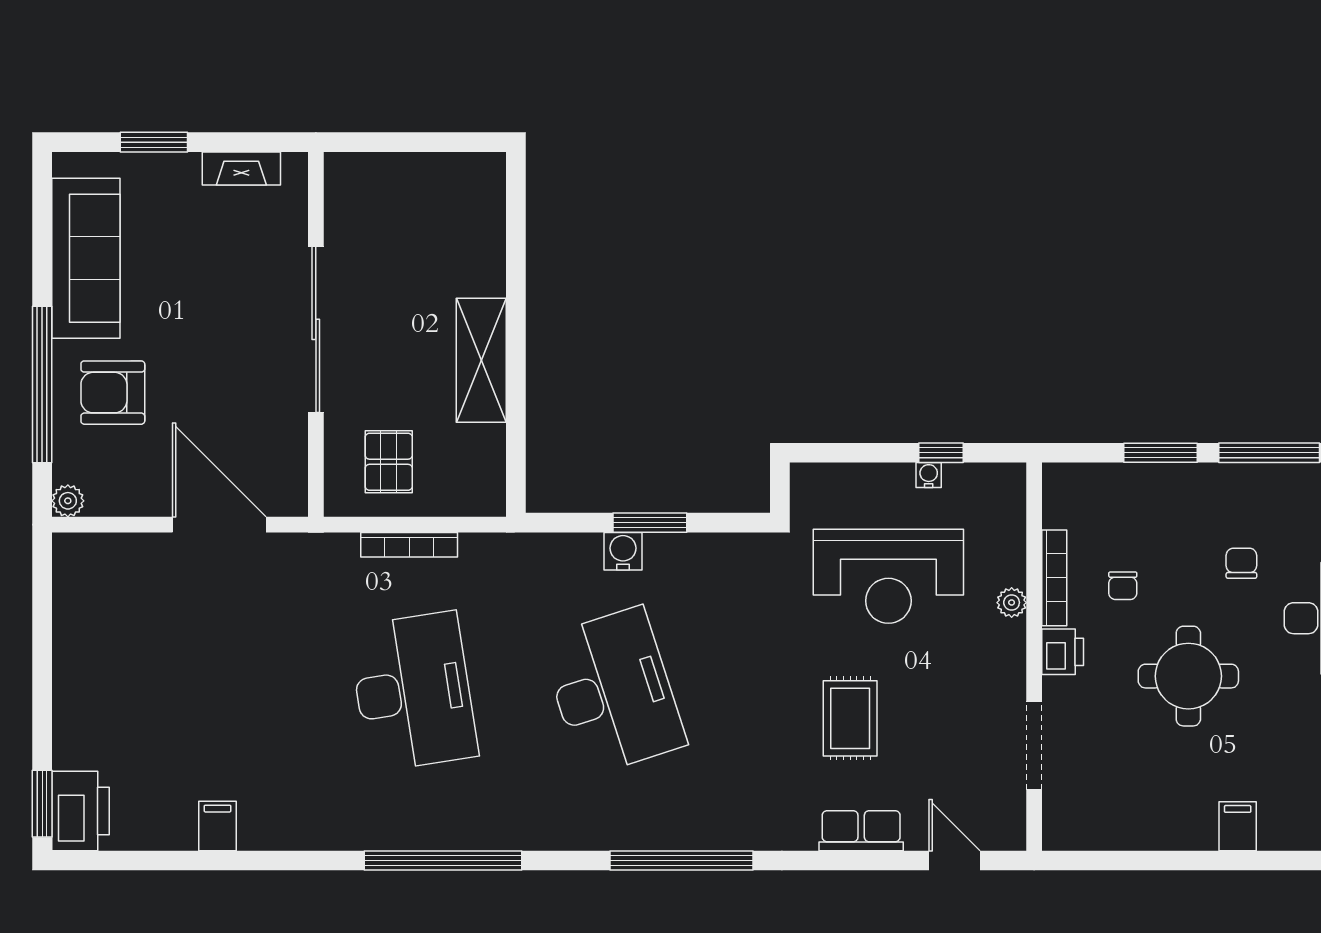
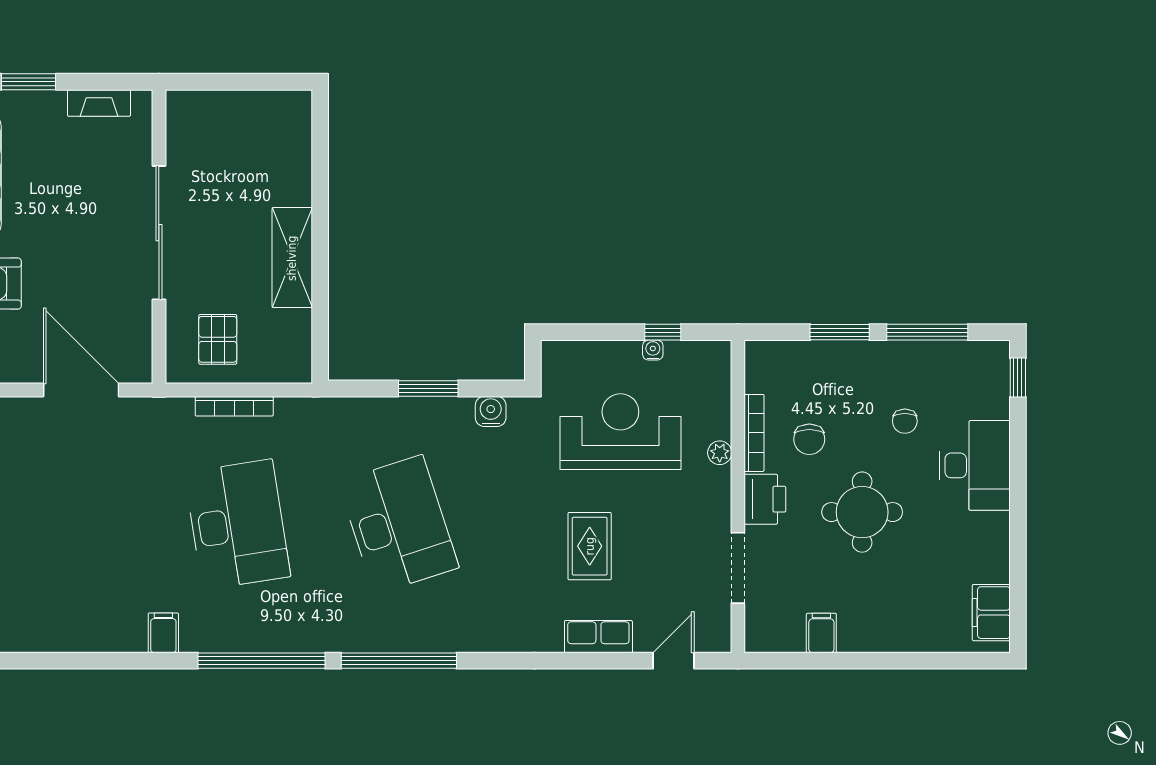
water cooler: (623, 551) -> (491, 411), moved
chair: (1241, 563) -> (905, 421), turned 180
reception desk: (888, 576) -> (620, 432), turned 180
chair: (1123, 586) -> (809, 439), width x1.37, depth x1.37
printer: (1063, 652) -> (765, 499), width x1.36, depth x1.24
filing cabinet: (218, 826) -> (163, 633), moved
filing cabinet: (1238, 826) -> (821, 633), moved
window: (682, 860) -> (399, 661), moved
door: (954, 860) -> (674, 661), hinge flipped

